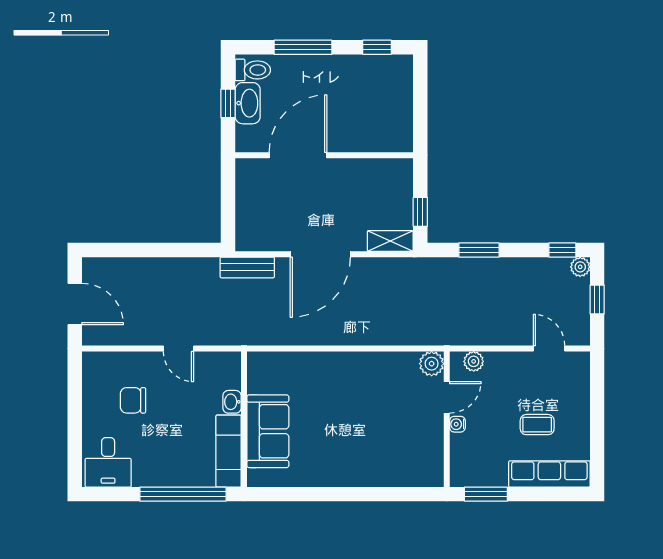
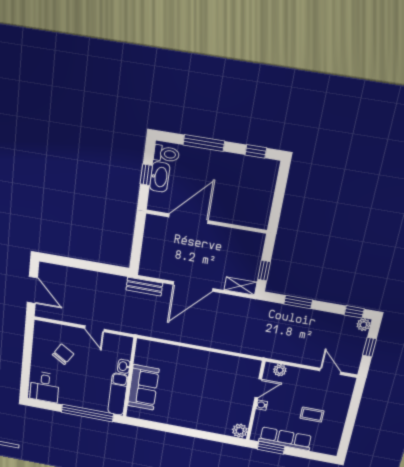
plant: (432, 364) -> (240, 431), moved
chair: (133, 400) -> (63, 354), turned 122
row of seats: (549, 474) -> (285, 439), moved

